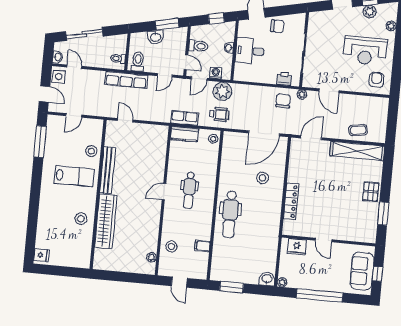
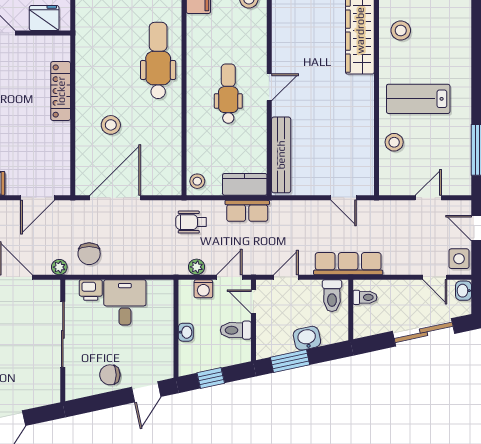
desk: (250, 51) -> (125, 302), moved, turned -90
plant: (222, 91) -> (197, 267), width x0.53, depth x0.53
bench: (108, 170) -> (281, 155), moved

